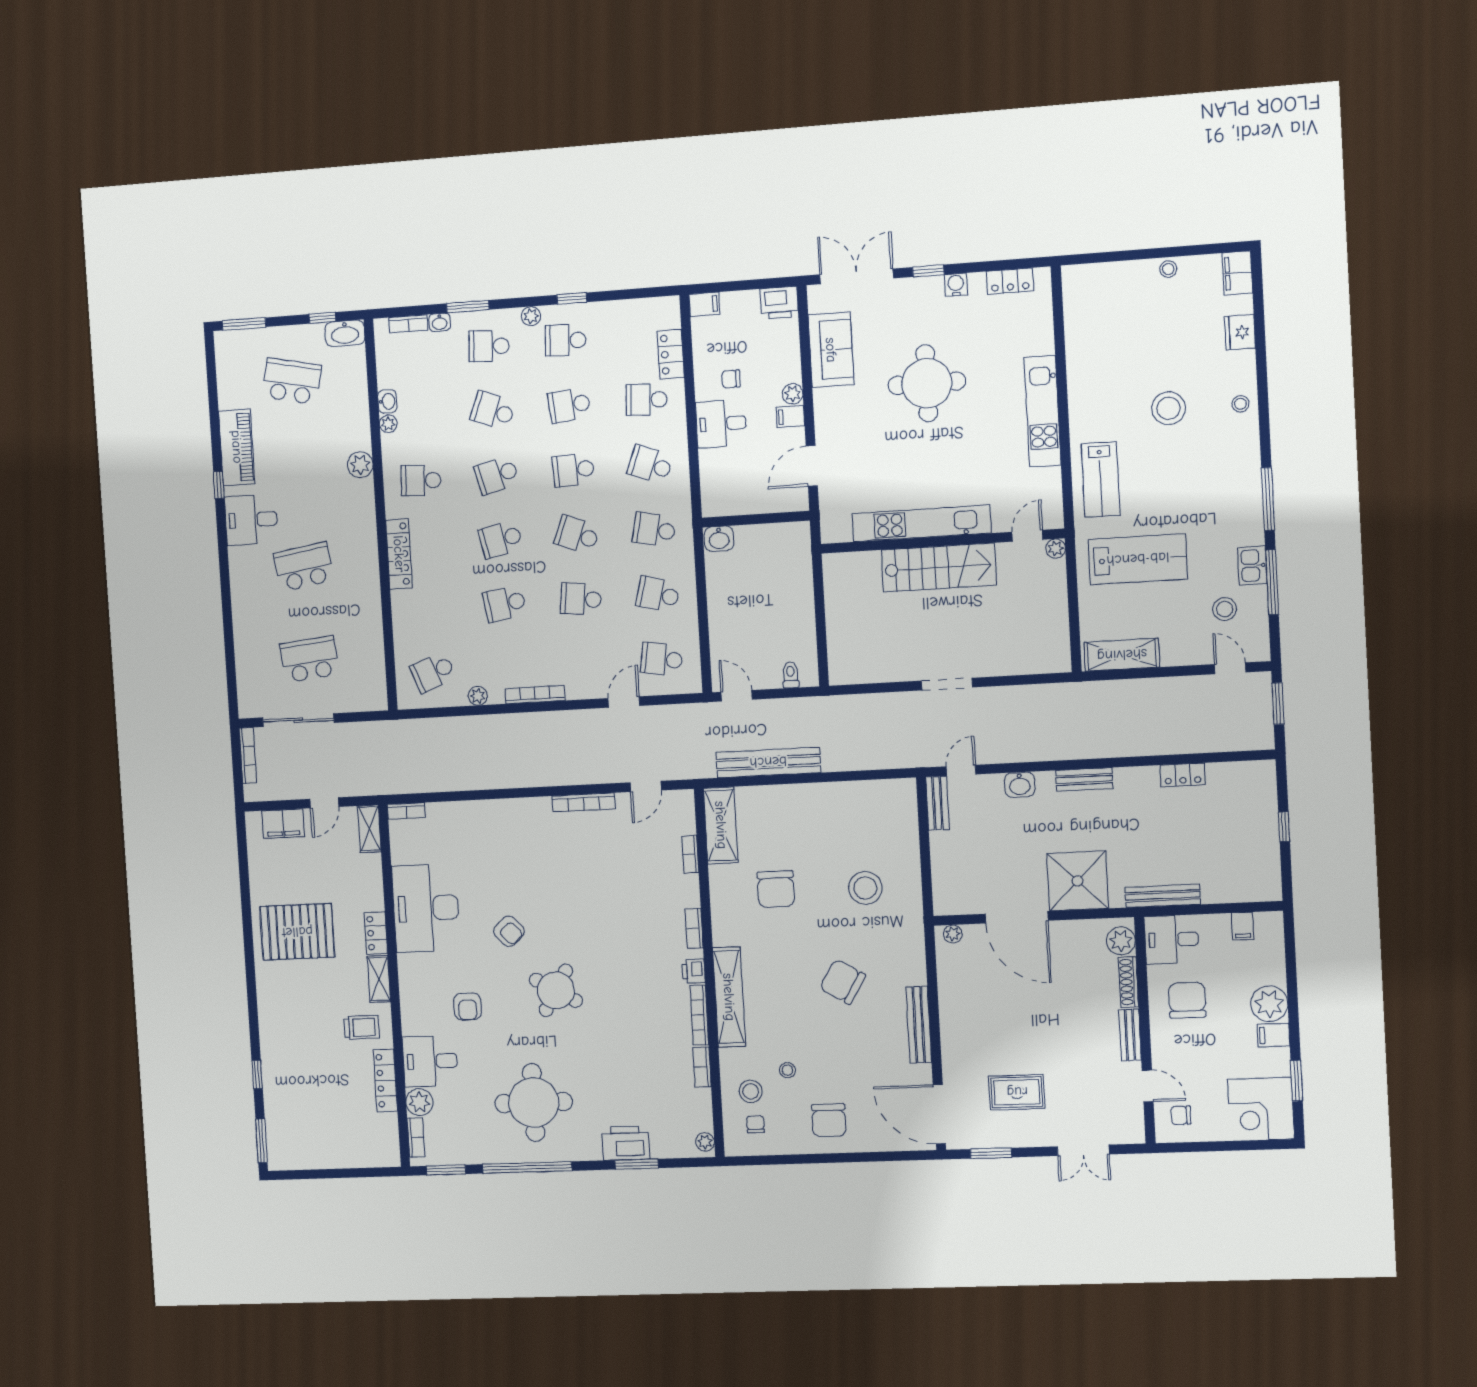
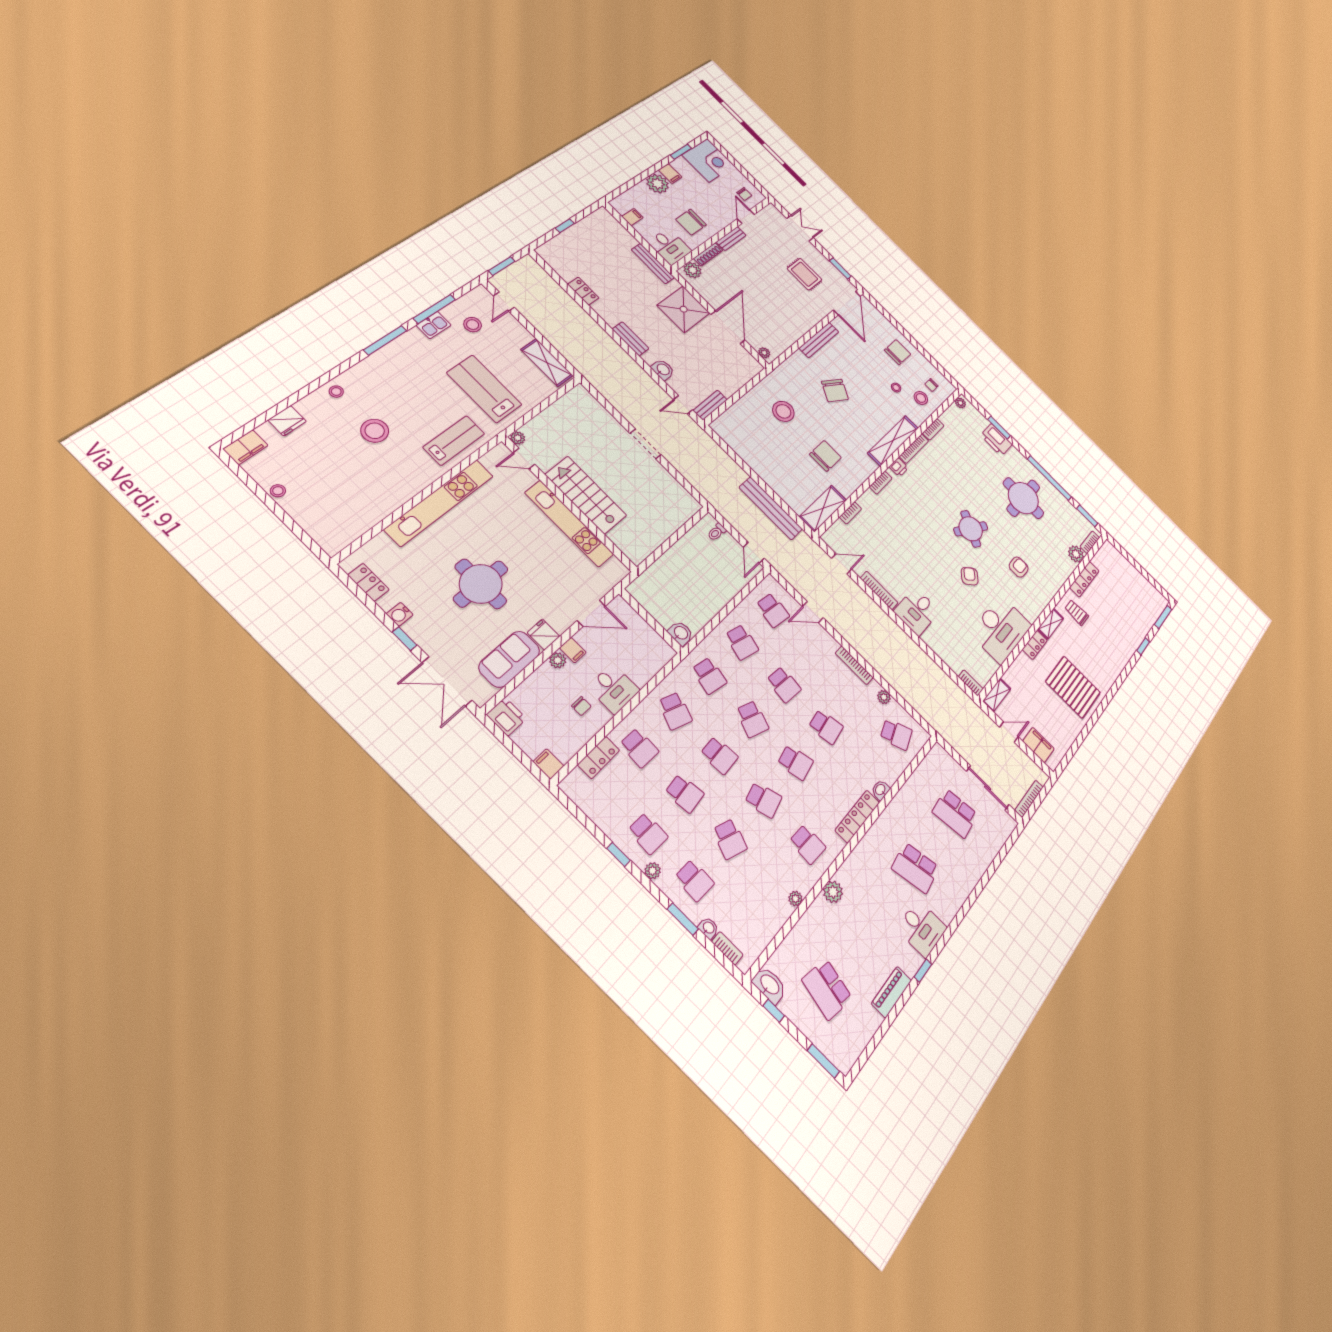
washbasin: (387, 401) -> (881, 790), moved
fridge: (829, 401) -> (543, 635), added
kitchen unit: (1043, 411) -> (440, 502), width x1.36
piano: (237, 447) -> (891, 992), width x0.73, depth x0.75
desk: (430, 1061) -> (917, 611), moved, turned 90

